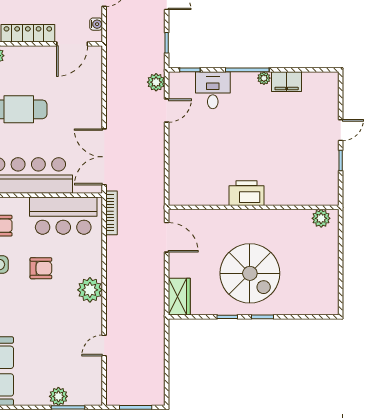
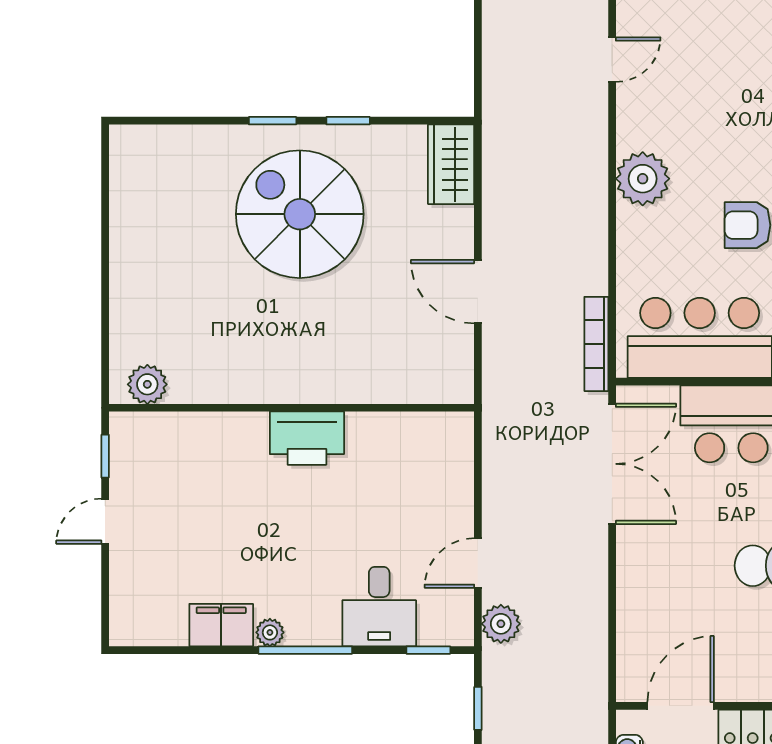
printer: (247, 193) -> (307, 438), moved
wall: (254, 207) -> (292, 408), moved
plant: (321, 218) -> (147, 384), moved

